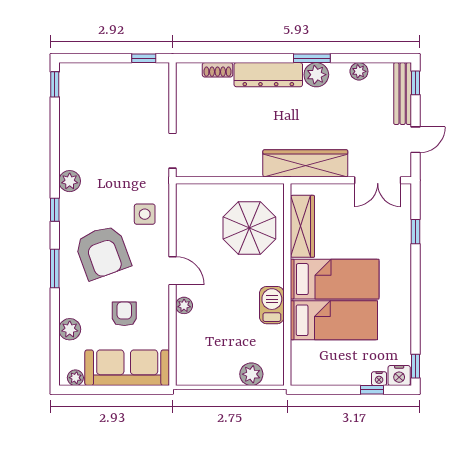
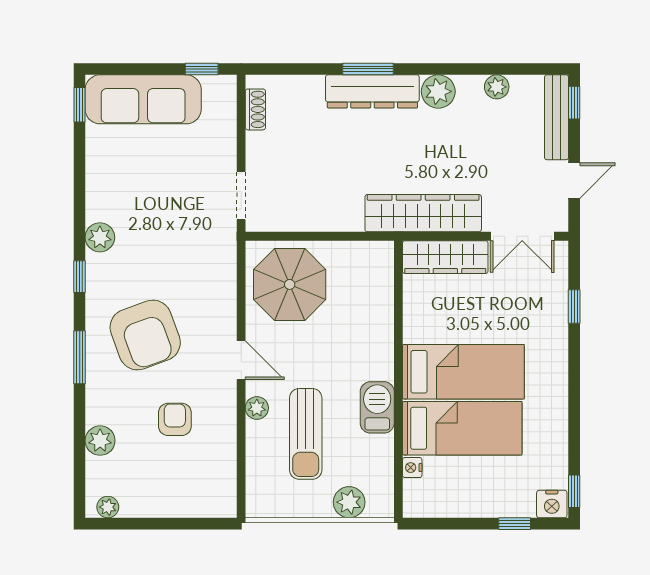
window: (312, 58) -> (368, 69), moved
shoe rack: (218, 70) -> (255, 109), moved, turned -90
side table: (145, 214) -> (203, 283), removed
wardrobe: (302, 226) -> (445, 257), moved, turned 90
parasol: (249, 228) -> (290, 284), moved
sun lounger: (220, 324) -> (306, 434), added
sofa: (127, 368) -> (143, 99), moved, turned 180
nightstand: (379, 379) -> (412, 468), moved, turned 90

